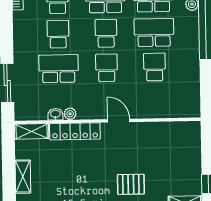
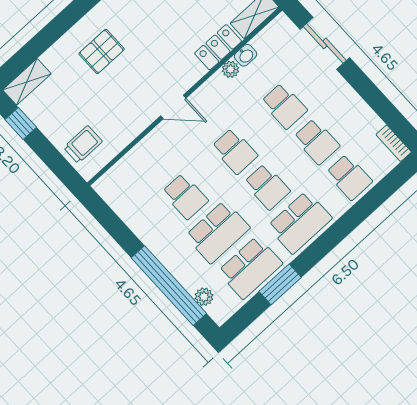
school desk: (59, 69) -> (284, 106), width x0.54
locker: (75, 131) -> (218, 47), width x0.66
trolley: (185, 143) -> (83, 144), added

